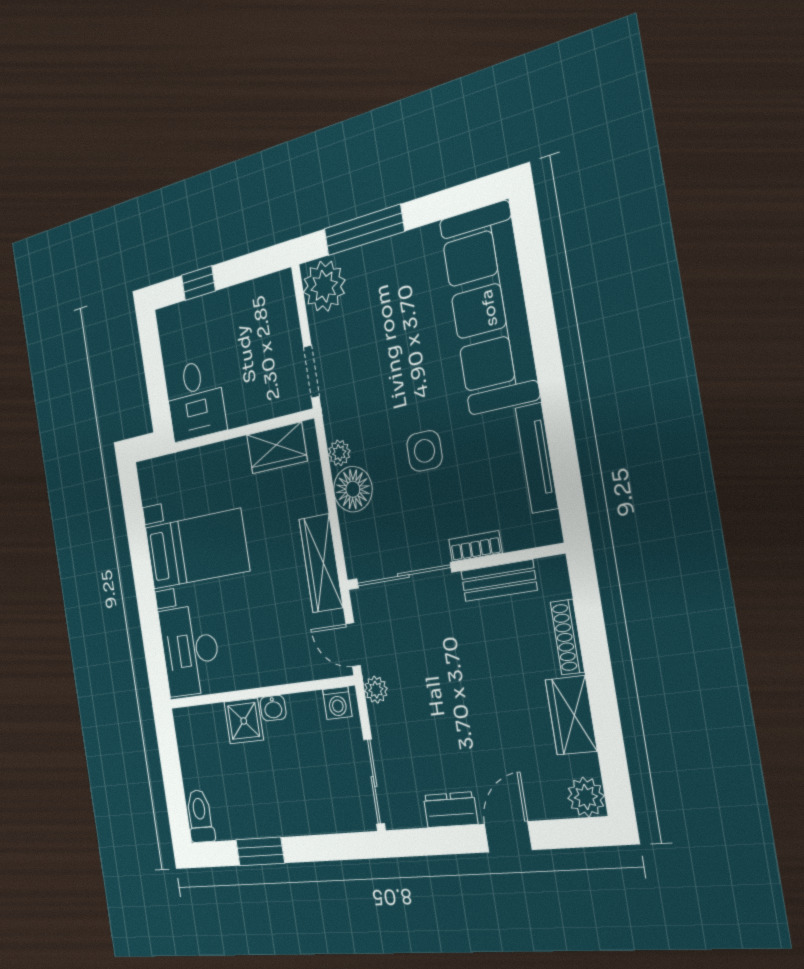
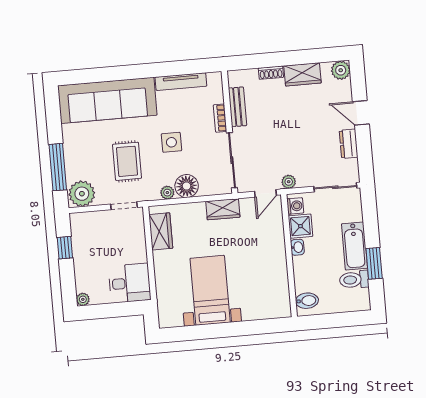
window: (198, 283) -> (65, 248), moved
plant: (166, 319) -> (83, 299), added
rug: (385, 366) -> (127, 161), added
wardrobe: (321, 563) -> (223, 209), width x0.67
shoe rack: (567, 637) -> (271, 73), width x0.70
desk: (190, 650) -> (265, 301), removed
shower: (244, 721) -> (300, 226), moved
bidet: (196, 727) -> (307, 301), added
toilet: (200, 816) -> (354, 280), moved
bathtub: (283, 816) -> (355, 246), added

